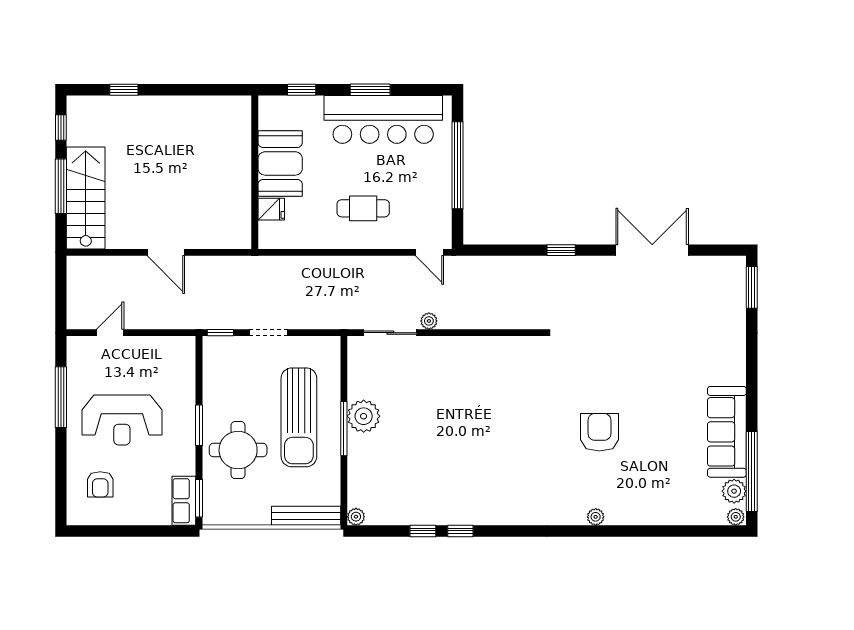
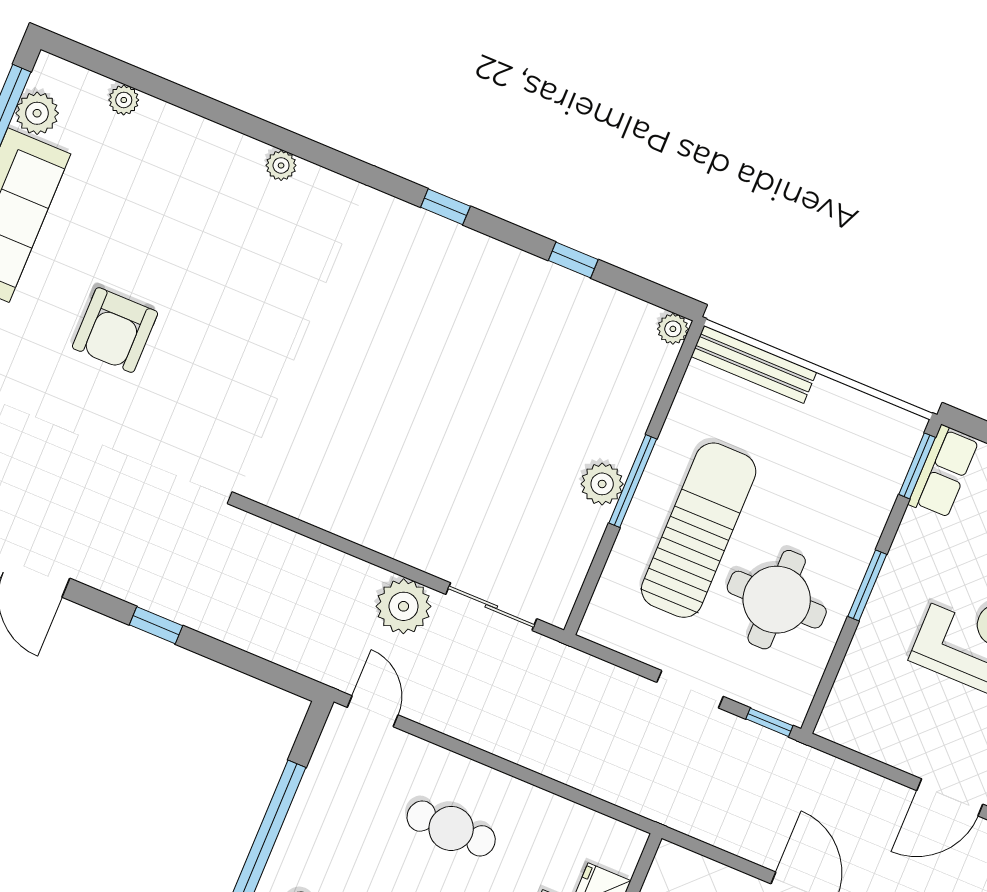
plant: (429, 321) -> (404, 606), width x1.88, depth x1.88
door: (110, 333) -> (950, 797), width x1.38
plant: (364, 416) -> (602, 484), width x0.73, depth x0.73
armchair: (599, 432) -> (115, 330), moved
round table: (238, 450) -> (777, 600), moved
plant: (736, 517) -> (124, 100), moved
window: (460, 531) -> (445, 207), moved

